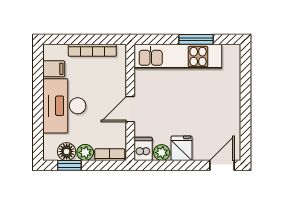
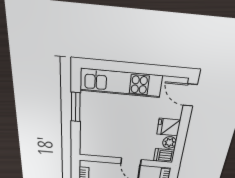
kitchen unit: (178, 57) -> (121, 83), moved, turned 90

